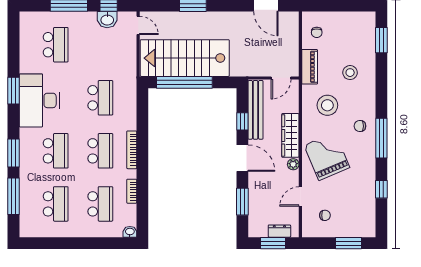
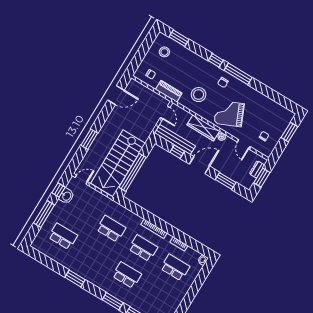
stool: (350, 73) -> (164, 52), moved
desk: (39, 100) -> (90, 267), removed
window: (381, 189) -> (216, 60), moved
school desk: (56, 204) -> (159, 294), removed

